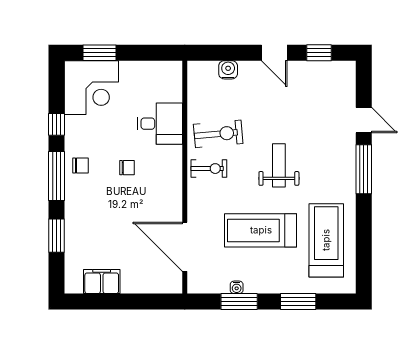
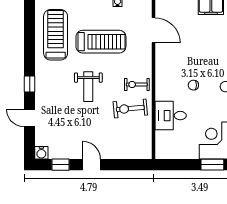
water cooler: (228, 70) -> (41, 153), moved
window: (364, 169) -> (30, 84), width x0.46
treadmill: (326, 240) -> (56, 35), turned 180
door: (185, 247) -> (153, 30), width x0.73

